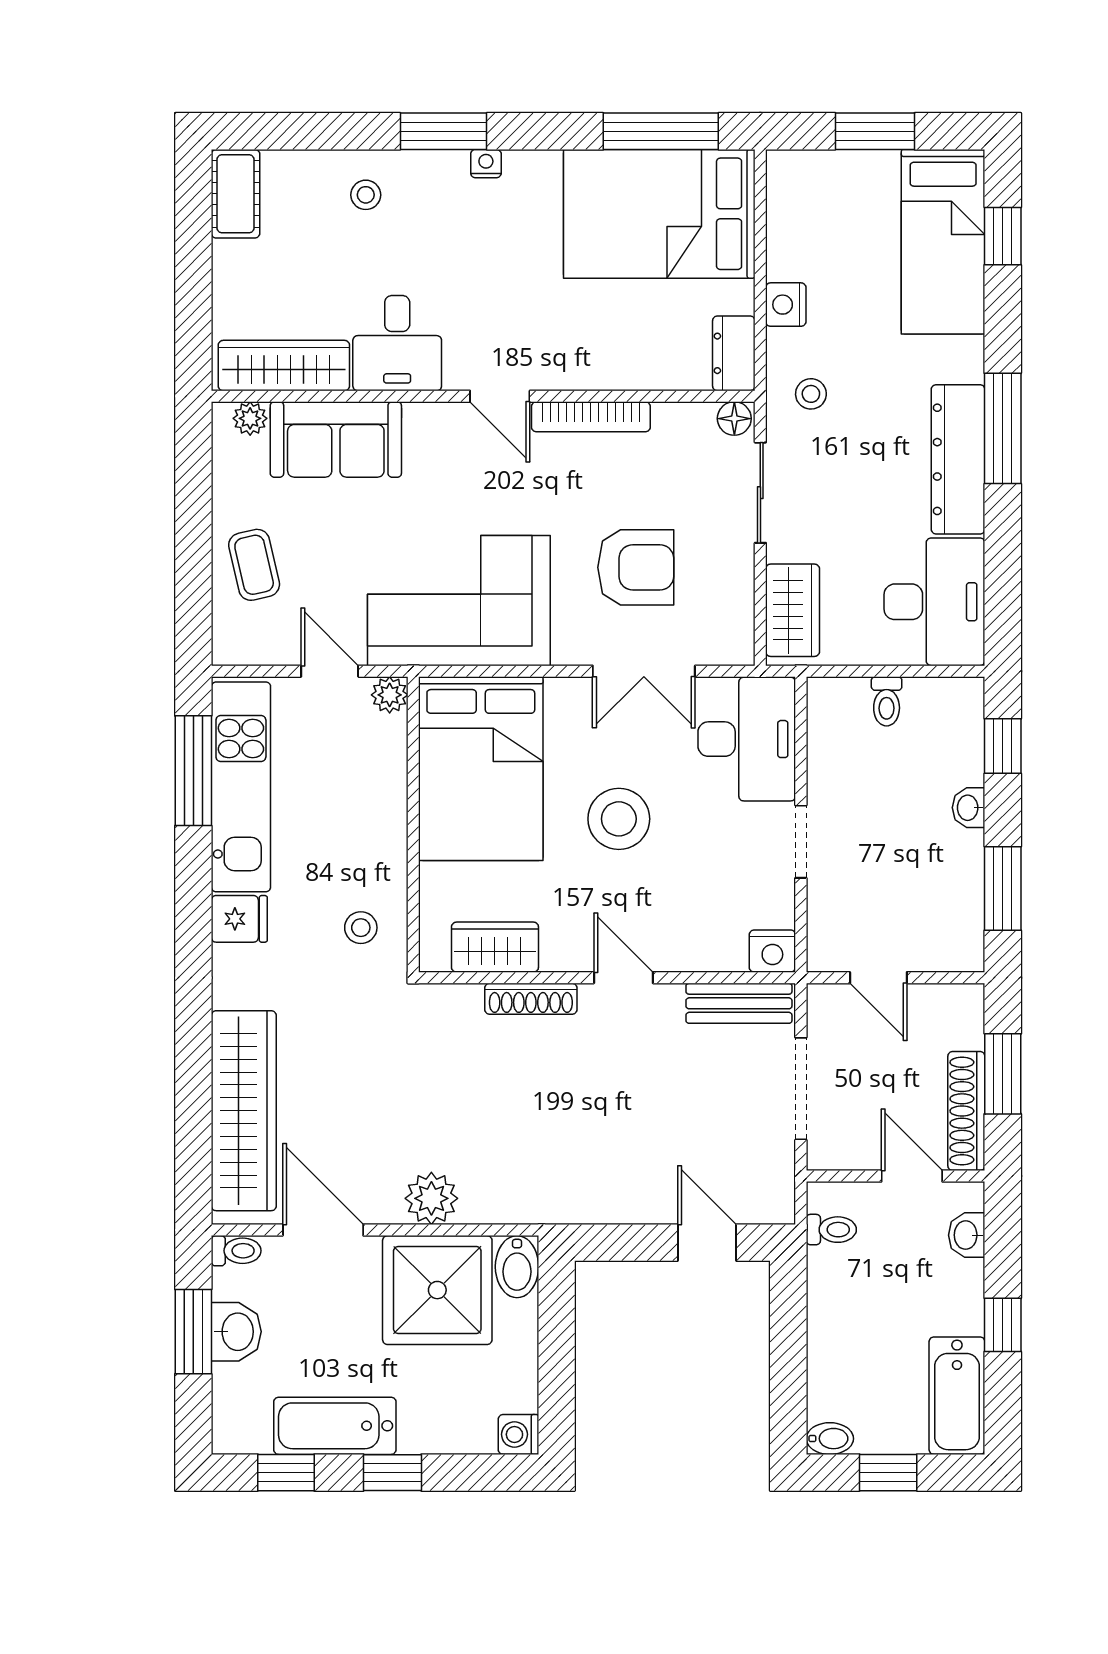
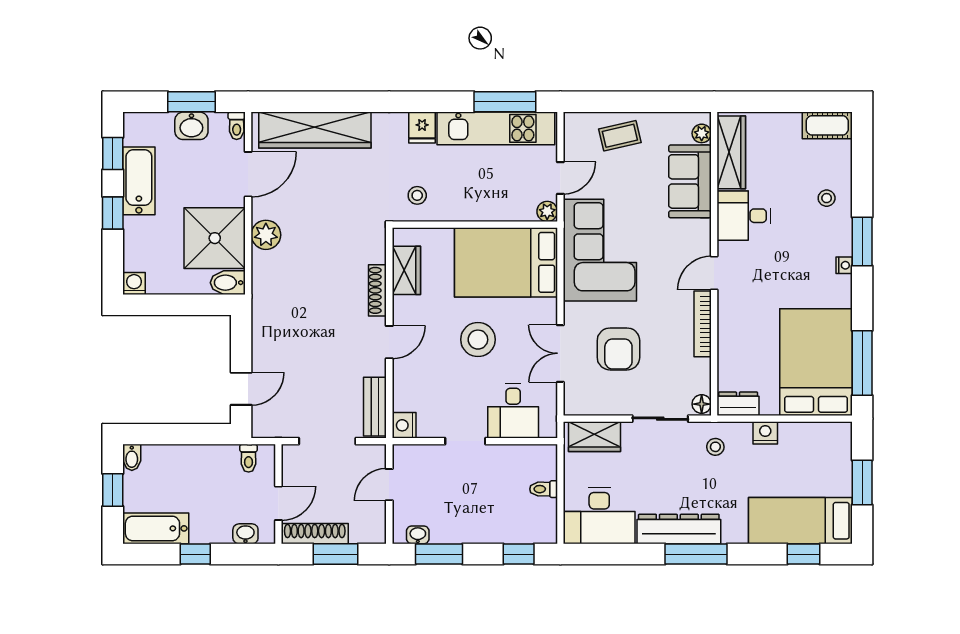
desk: (747, 739) -> (513, 411), width x0.73
washbasin: (969, 808) -> (418, 535), moved

